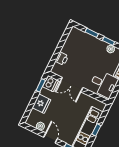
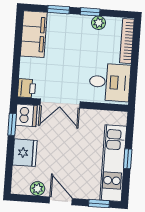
filing cabinet: (73, 41) -> (34, 34), added
printer: (62, 59) -> (27, 88), moved

